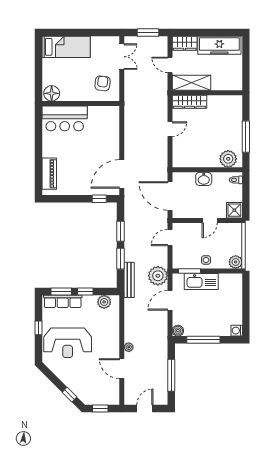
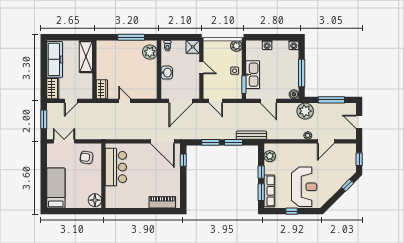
shelving: (191, 83) -> (86, 57), moved
wardrobe: (190, 102) -> (102, 89), width x0.67
bar counter: (65, 118) -> (116, 167), moved
plant: (158, 276) -> (305, 111), moved
washing machine: (237, 299) -> (267, 45), added

